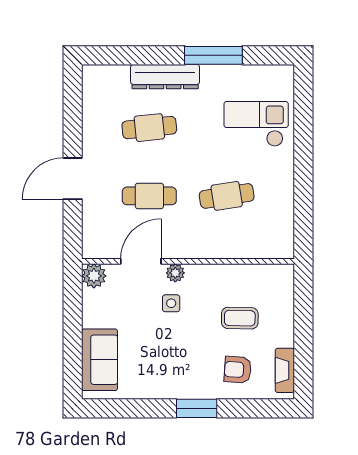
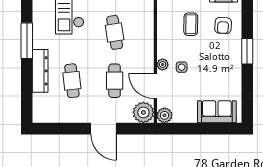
plant: (99, 242) -> (143, 112), added

